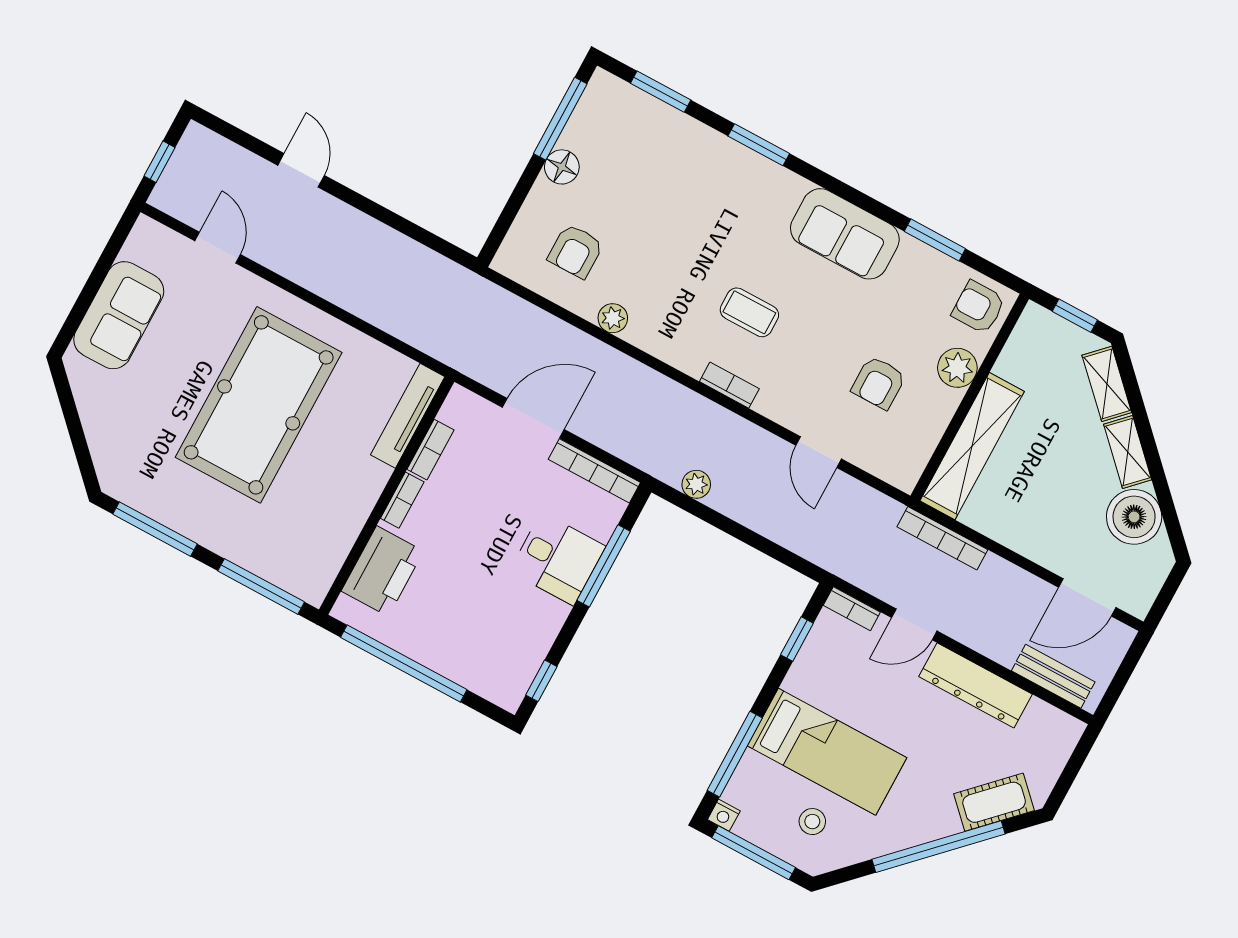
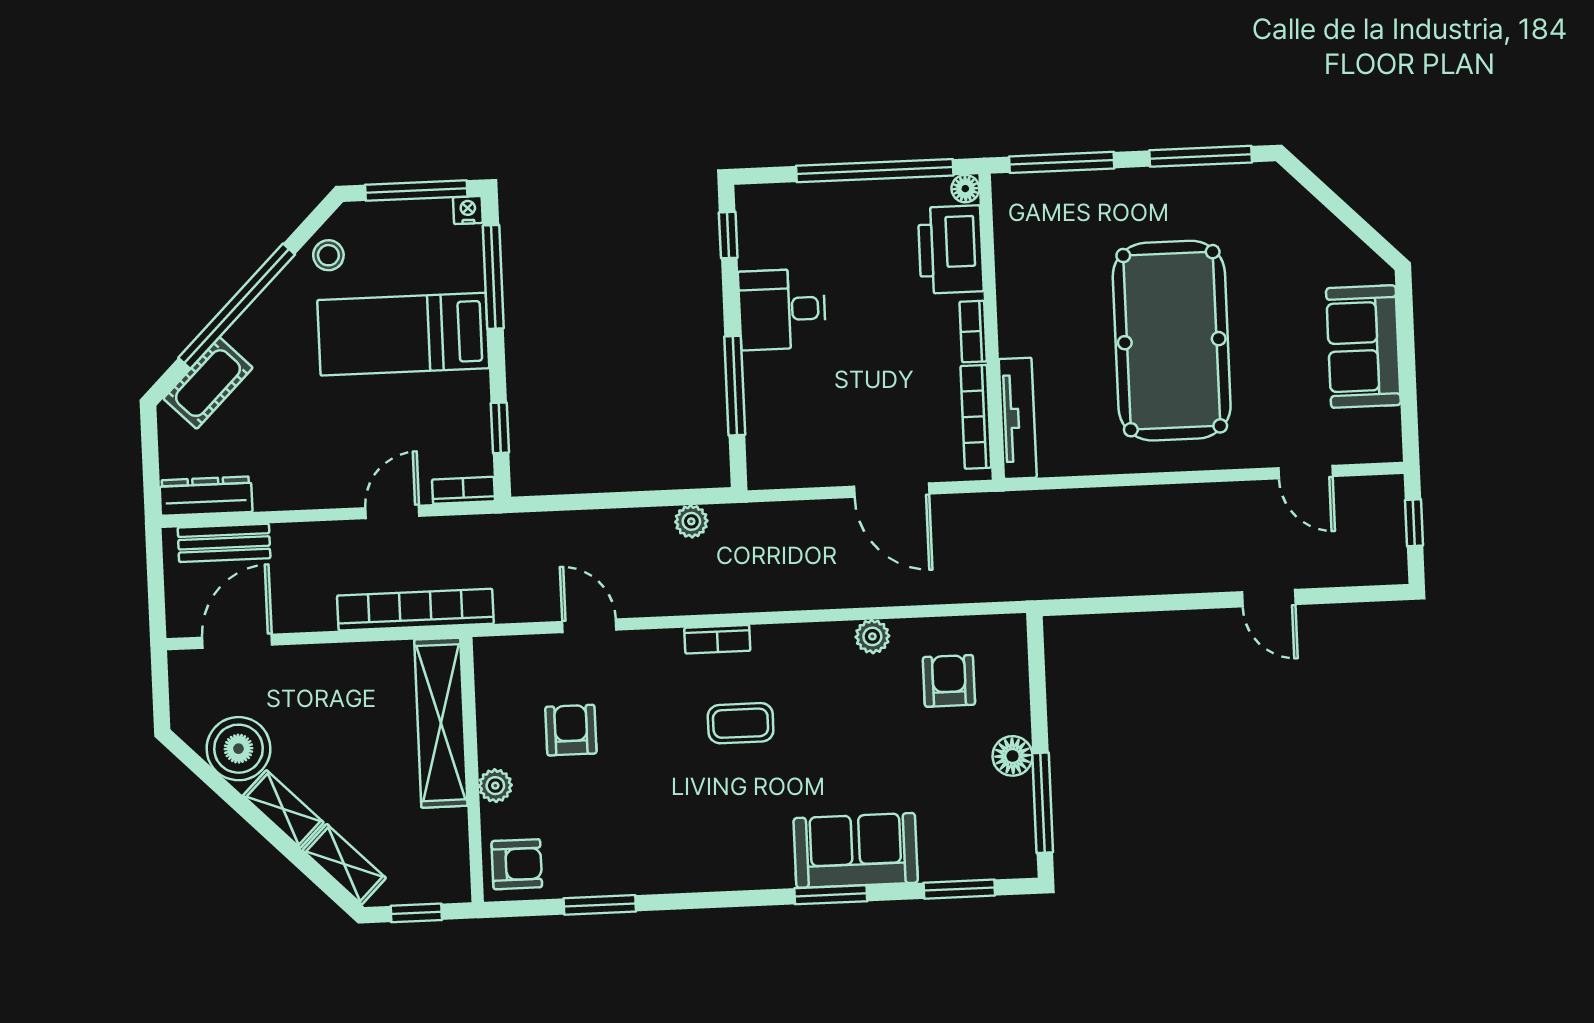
sofa: (845, 234) -> (856, 850), moved
plant: (957, 368) -> (495, 786), width x0.73, depth x0.73
door: (533, 418) -> (892, 490), hinge flipped
bookcase: (430, 450) -> (976, 417), width x1.56
bookcase: (594, 471) -> (800, 474), removed
bookcase: (942, 538) -> (415, 610), width x1.48, depth x1.31
desk: (557, 559) -> (782, 309), moved
floor lamp: (344, 610) -> (965, 189), added
dresser: (975, 685) -> (206, 496), moved, width x0.73, depth x0.80
stool: (812, 822) -> (328, 255), moved

